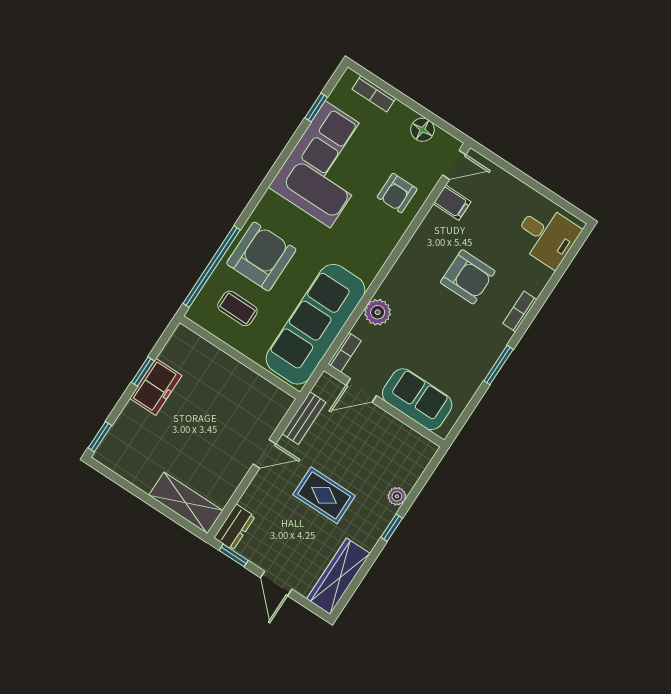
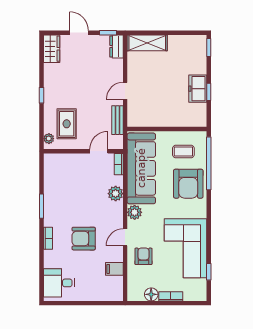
bookcase: (374, 94) -> (171, 296), moved
door: (454, 165) -> (125, 237), moved
plant: (368, 266) -> (135, 212), added
sofa: (417, 399) -> (70, 164), removed
rug: (324, 495) -> (67, 124), moved, turned 90
plant: (397, 496) -> (49, 139), moved
wardrobe: (338, 576) -> (52, 49), width x0.67

